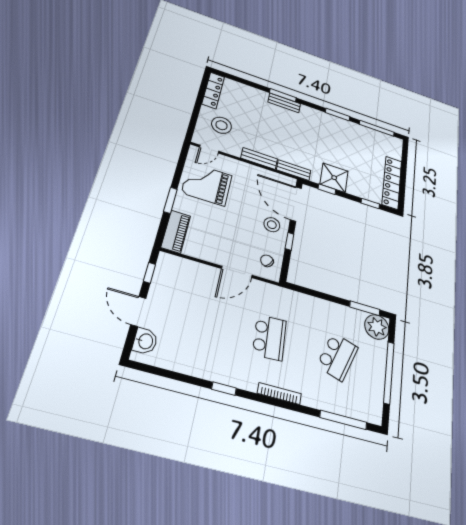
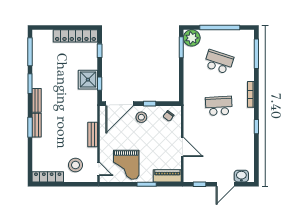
bench: (294, 170) -> (37, 100), moved
door: (237, 272) -> (182, 147), moved

